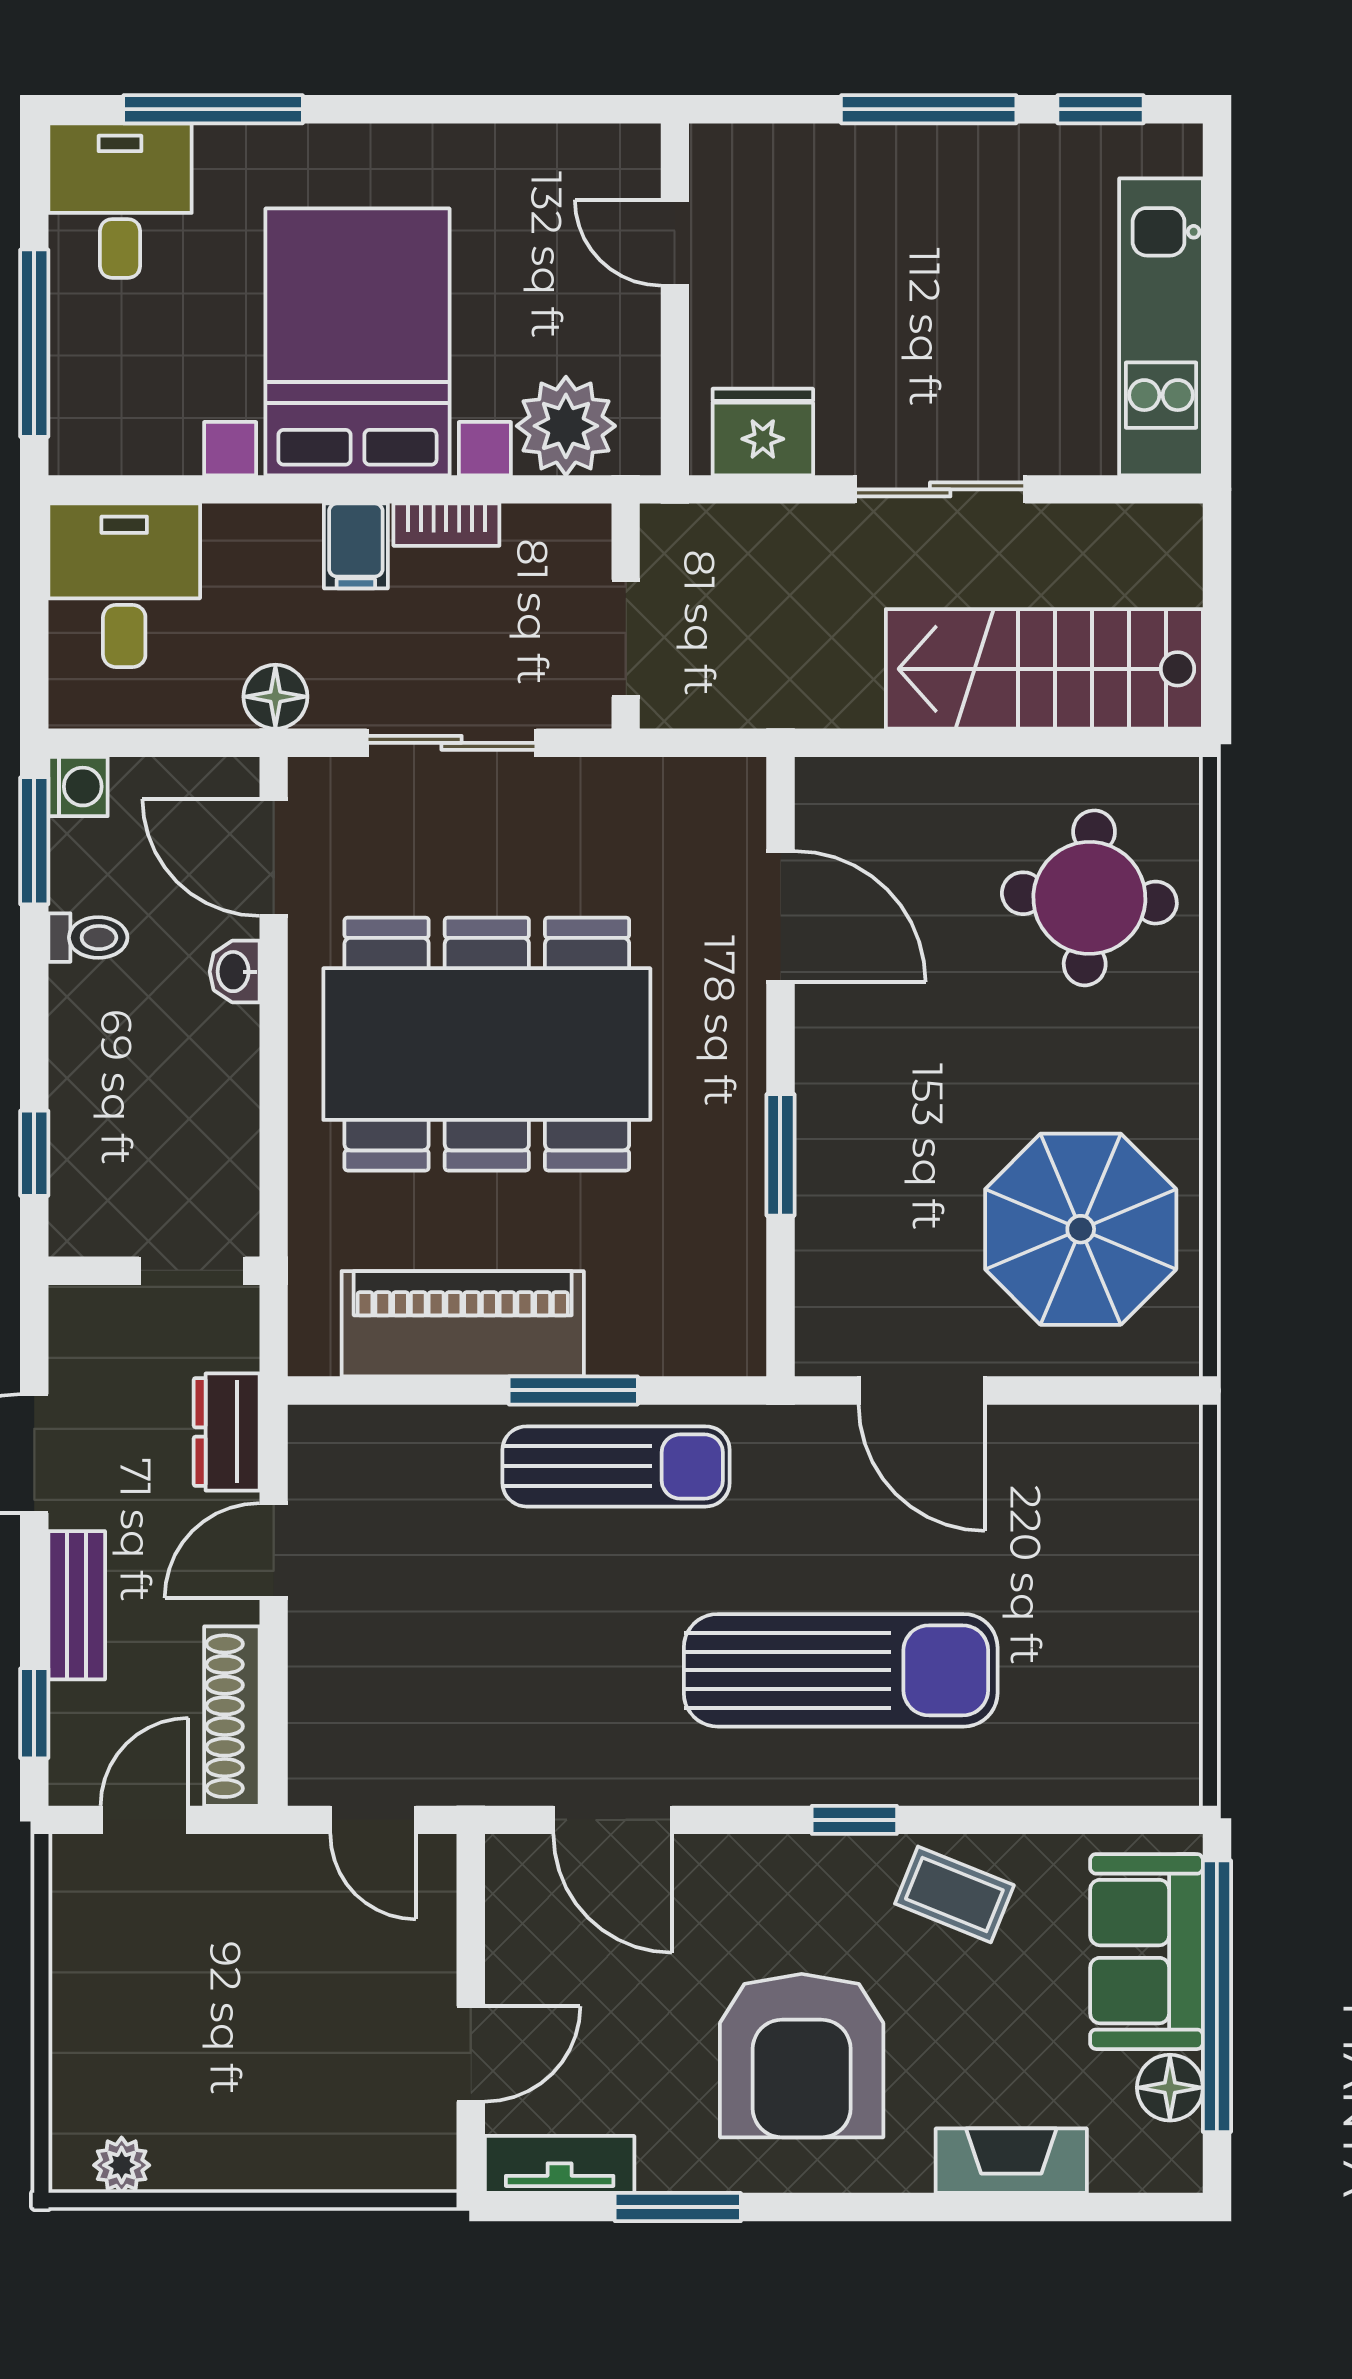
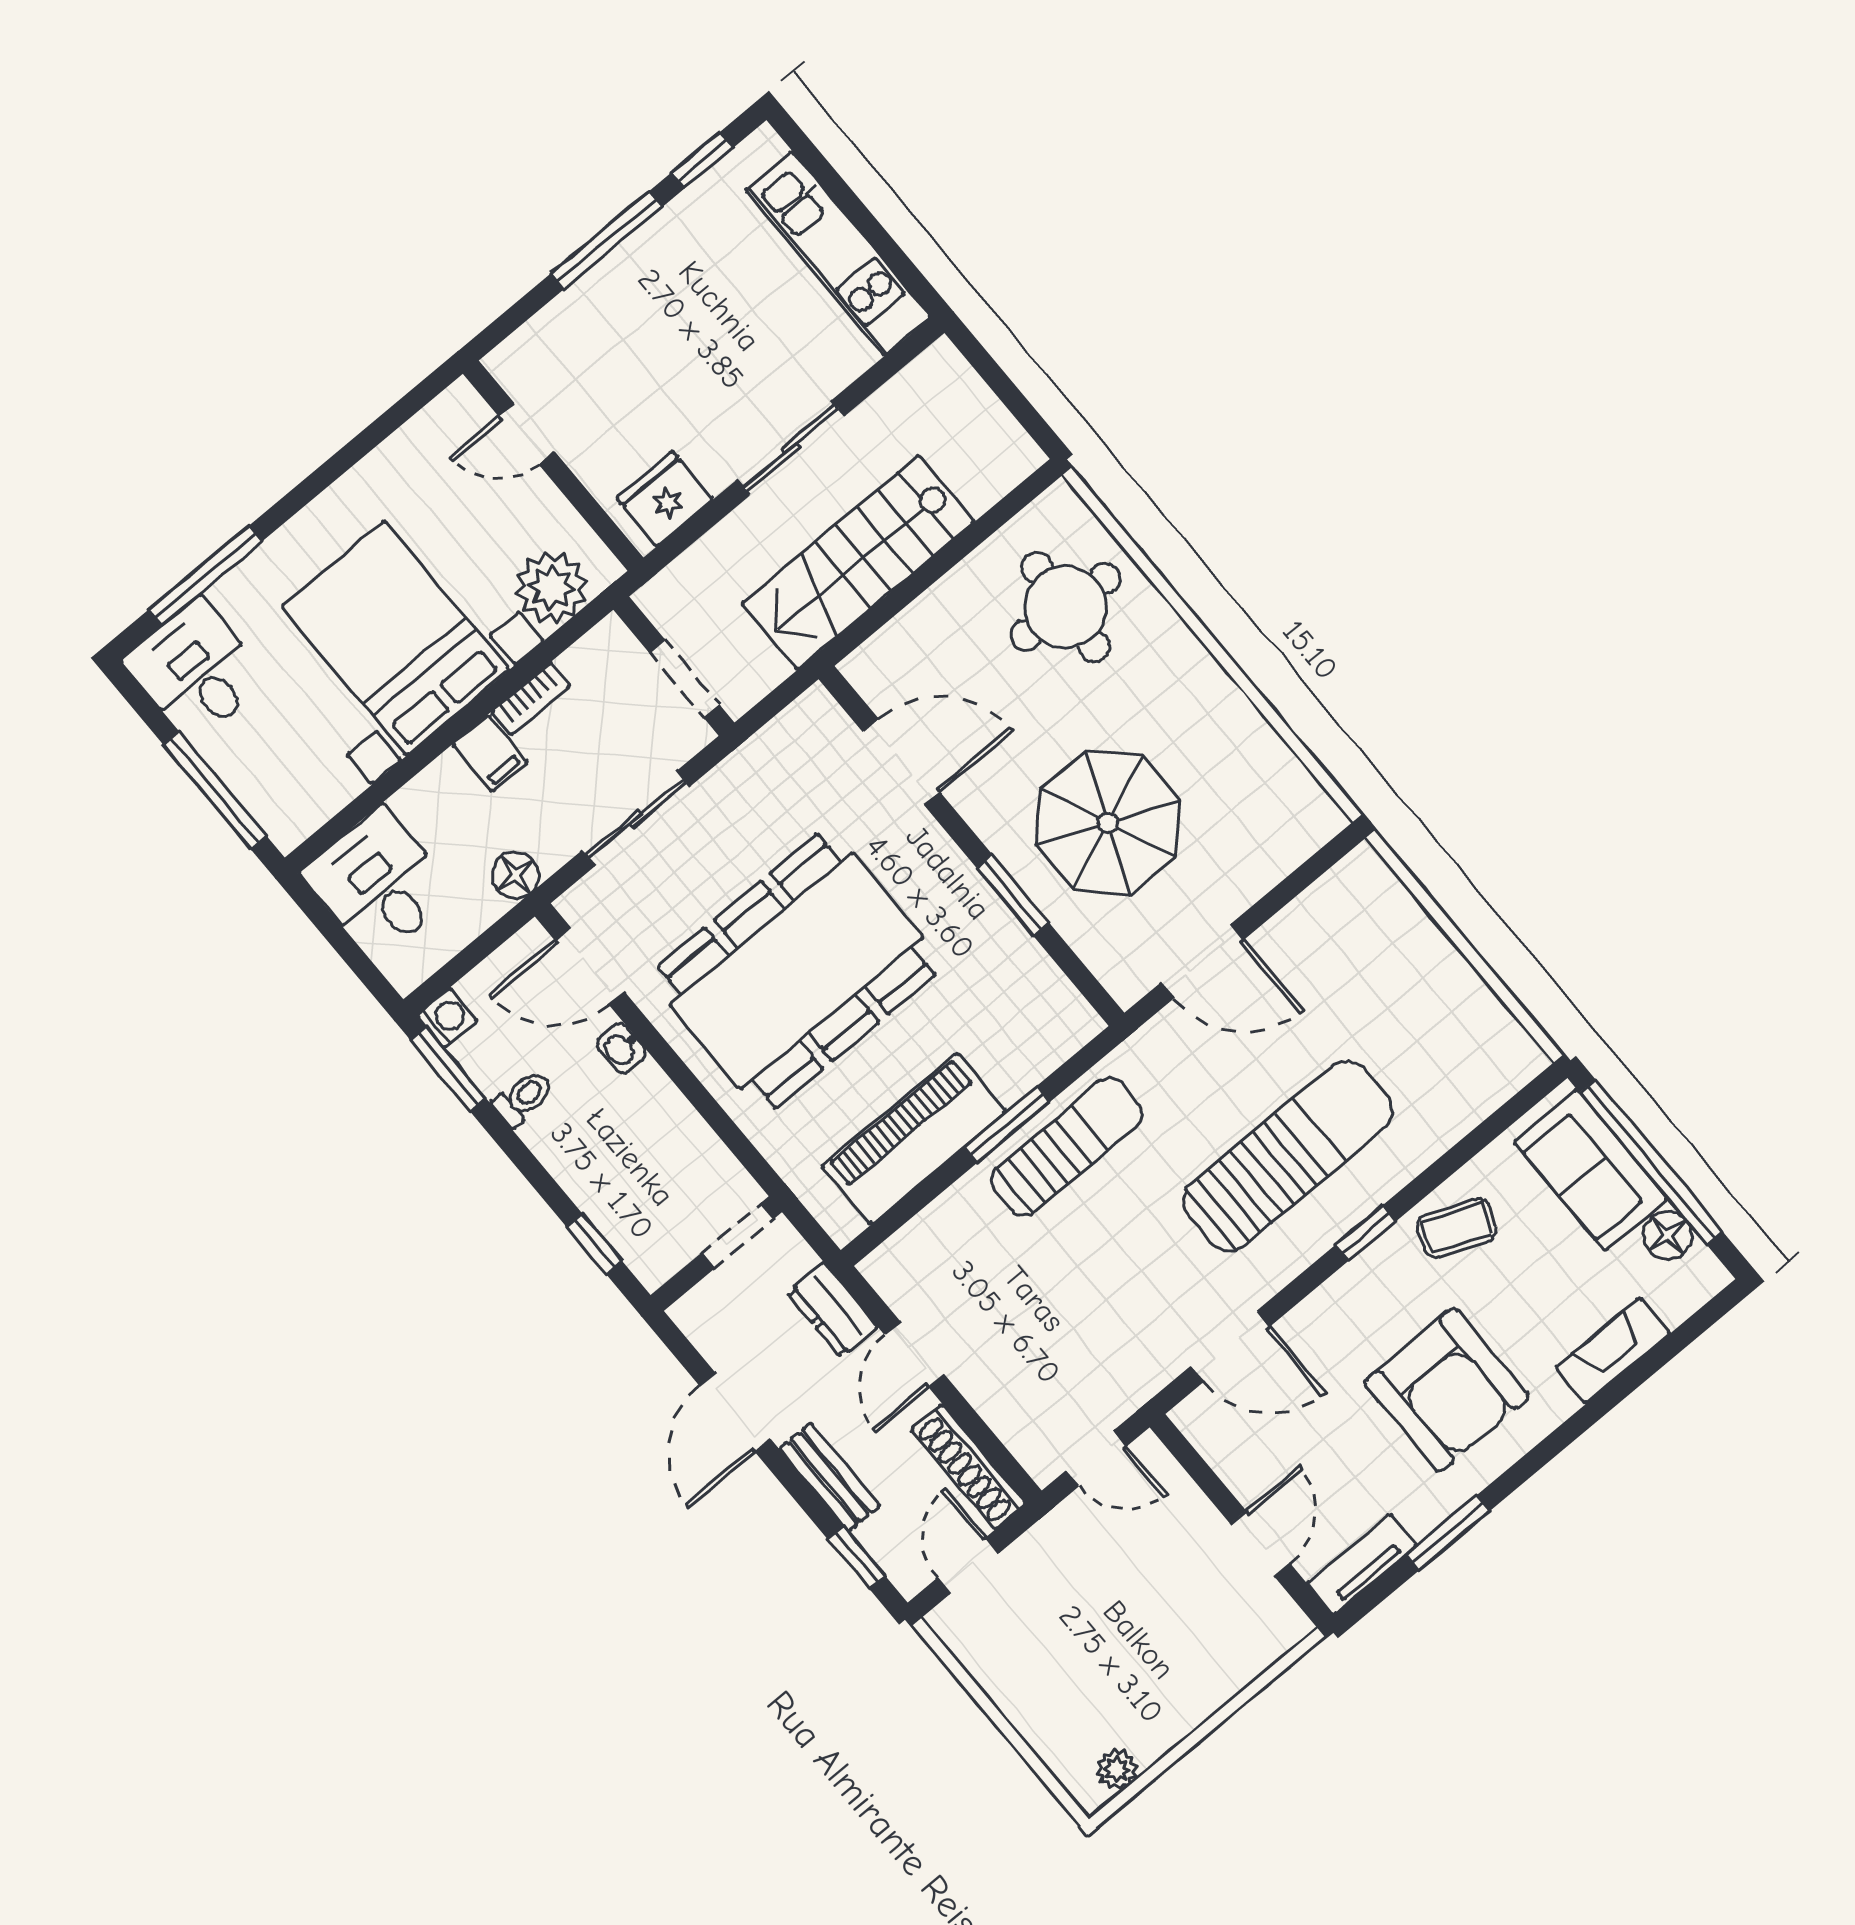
stairs: (1044, 669) -> (858, 563), moved
parasol: (1081, 1229) -> (1108, 823), moved

